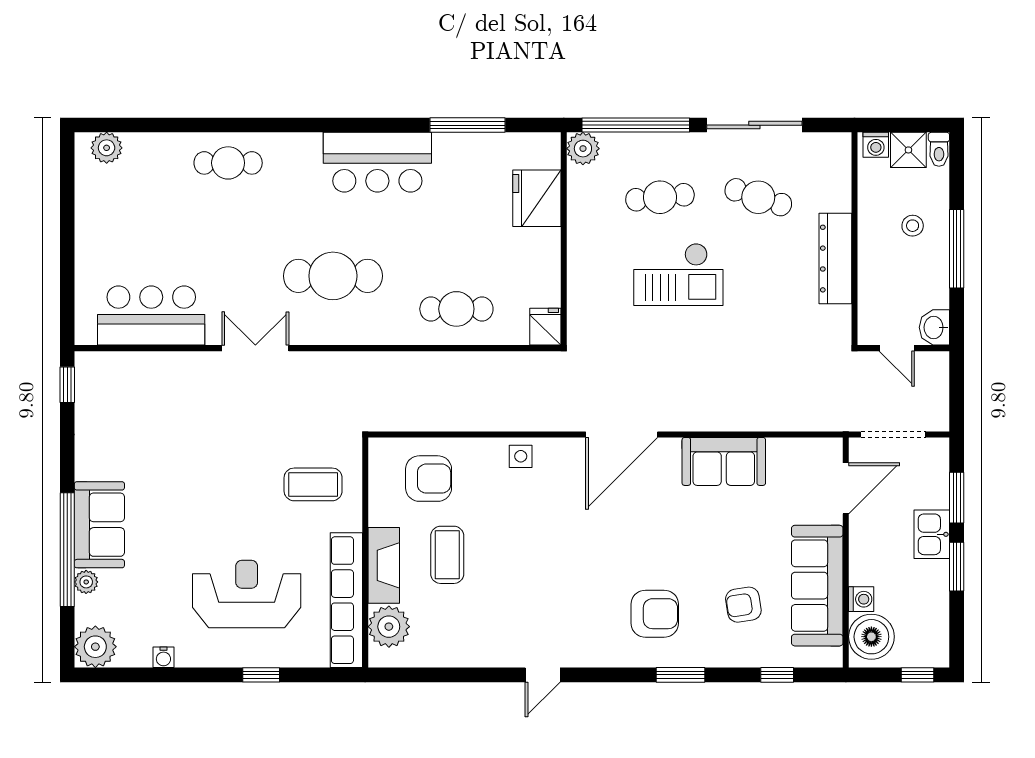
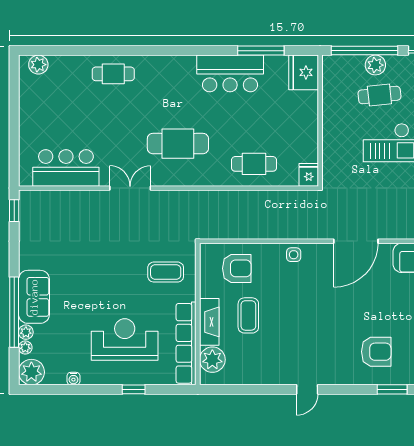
plant: (583, 149) -> (375, 65), moved
bar counter: (377, 162) -> (230, 73), moved
fridge: (537, 198) -> (304, 72), moved
plant: (85, 607) -> (25, 348), added

